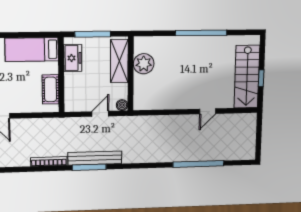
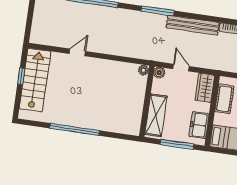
plant: (144, 64) -> (144, 70), moved, width x0.53, depth x0.53
wardrobe: (73, 97) -> (205, 88), added
door: (100, 114) -> (181, 68), swing flipped
window: (89, 167) -> (158, 11), moved

